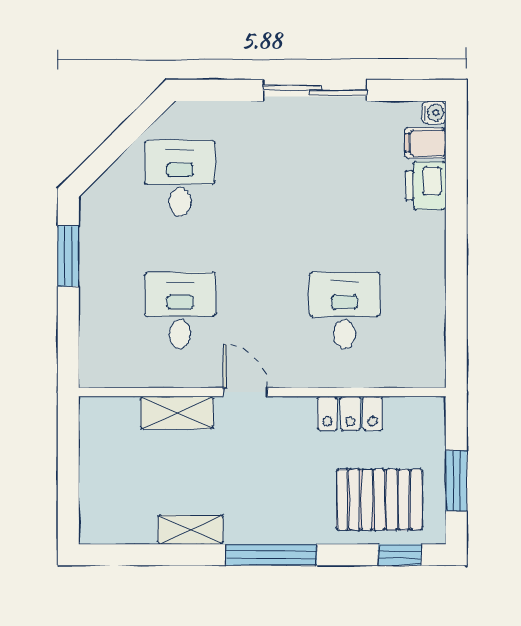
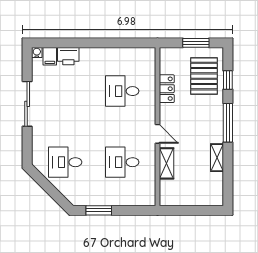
door: (245, 392) -> (158, 134), swing flipped
window: (400, 555) -> (228, 80), moved

